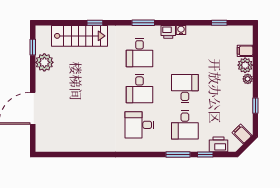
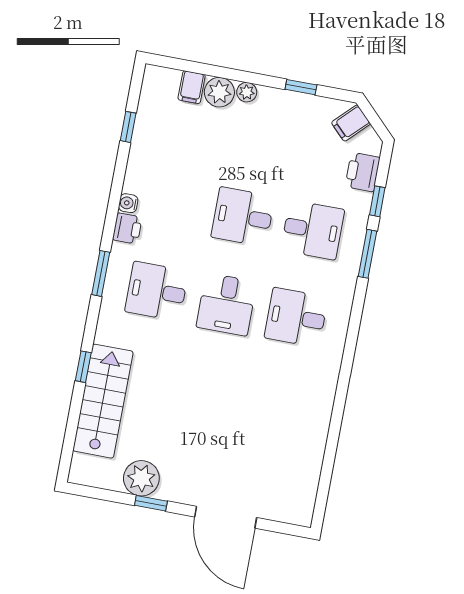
window: (33, 47) -> (151, 503), moved
desk: (139, 52) -> (157, 291), turned 180
desk: (139, 89) -> (226, 304), turned 90
desk: (139, 125) -> (296, 317), turned 90

